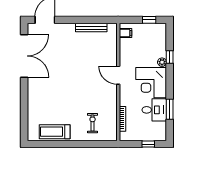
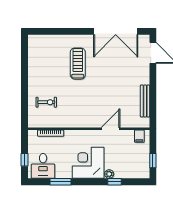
door: (118, 75) -> (111, 129), moved
desk: (154, 110) -> (43, 166), moved
treadmill: (55, 132) -> (78, 64), moved

